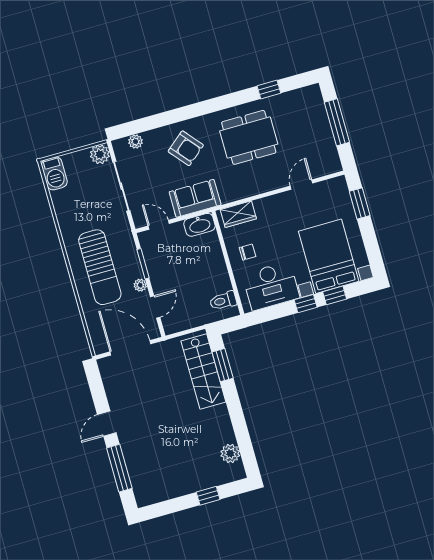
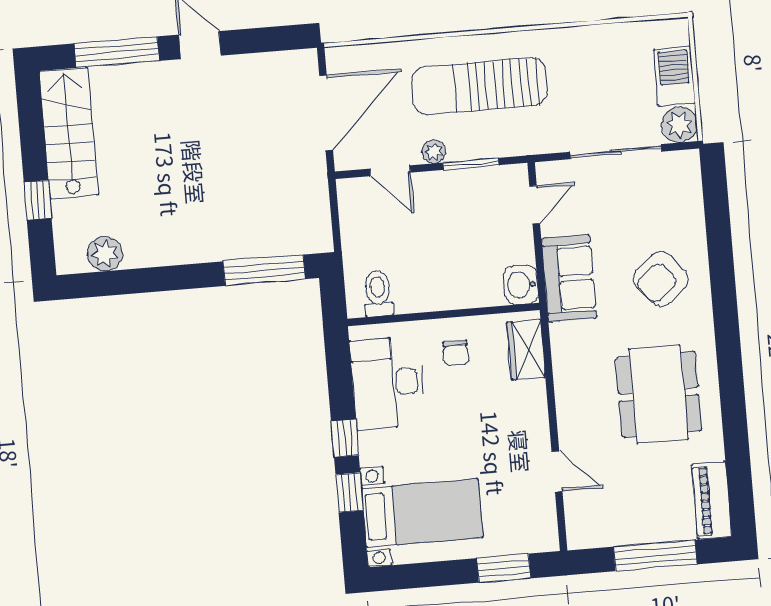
window: (269, 89) -> (737, 446), removed
piano: (301, 97) -> (712, 500), added
plant: (135, 142) -> (690, 192), removed
barbecue: (54, 173) -> (674, 76), moved, turned 90
washbasin: (200, 225) -> (521, 285), width x0.72
bed with nightstands: (329, 256) -> (422, 513), width x0.73
window: (223, 365) -> (264, 270), width x1.44
stairs: (203, 371) -> (69, 133), moved, turned 90

